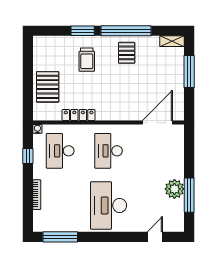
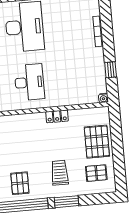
pallet: (51, 56) -> (96, 173), added
locker: (79, 115) -> (57, 116), width x0.66
desk: (60, 151) -> (78, 78), removed

